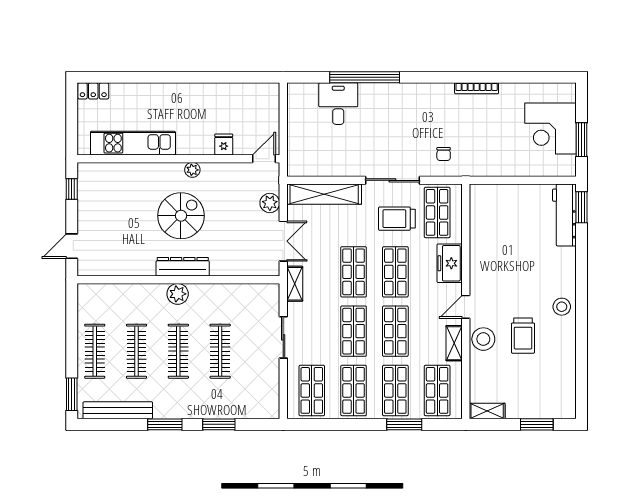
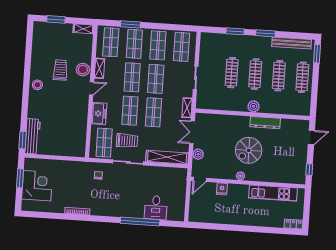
dresser: (183, 267) -> (265, 123), moved

